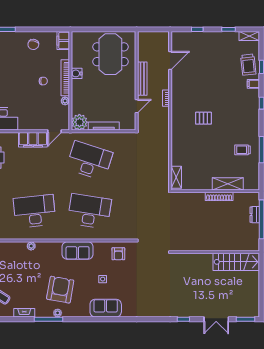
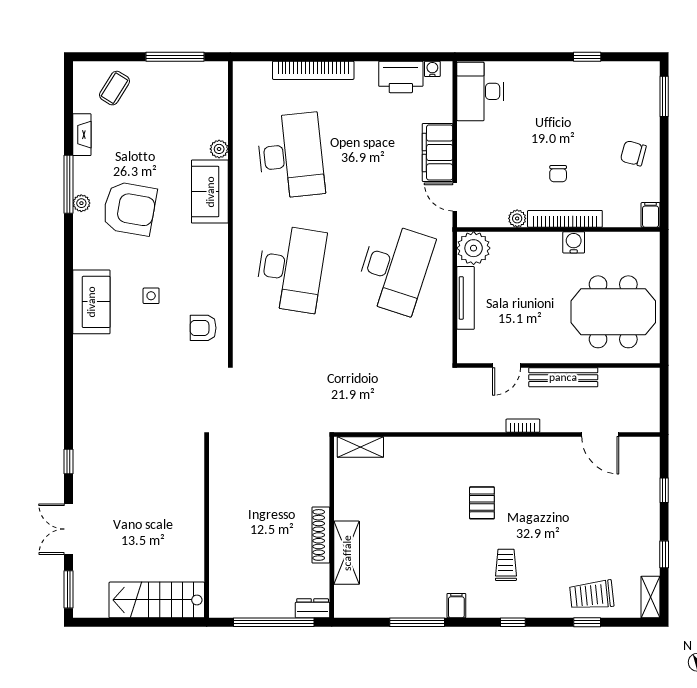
filing cabinet: (63, 41) -> (651, 215), width x0.50
filing cabinet: (253, 84) -> (456, 606), moved
door: (137, 106) -> (507, 365), hinge flipped
trolley: (243, 150) -> (506, 565), moved
dresser: (255, 215) -> (313, 608), moved
sofa: (78, 250) -> (210, 192), moved
stairs: (236, 262) -> (157, 600), moved, turned 90

